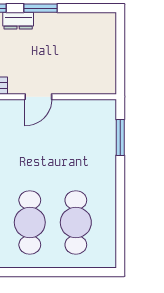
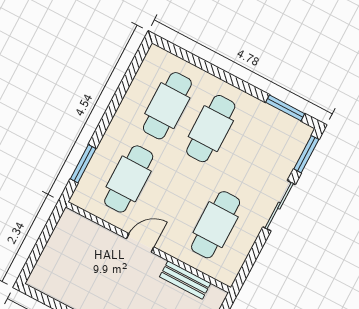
cafe table: (76, 145) -> (129, 179), added

